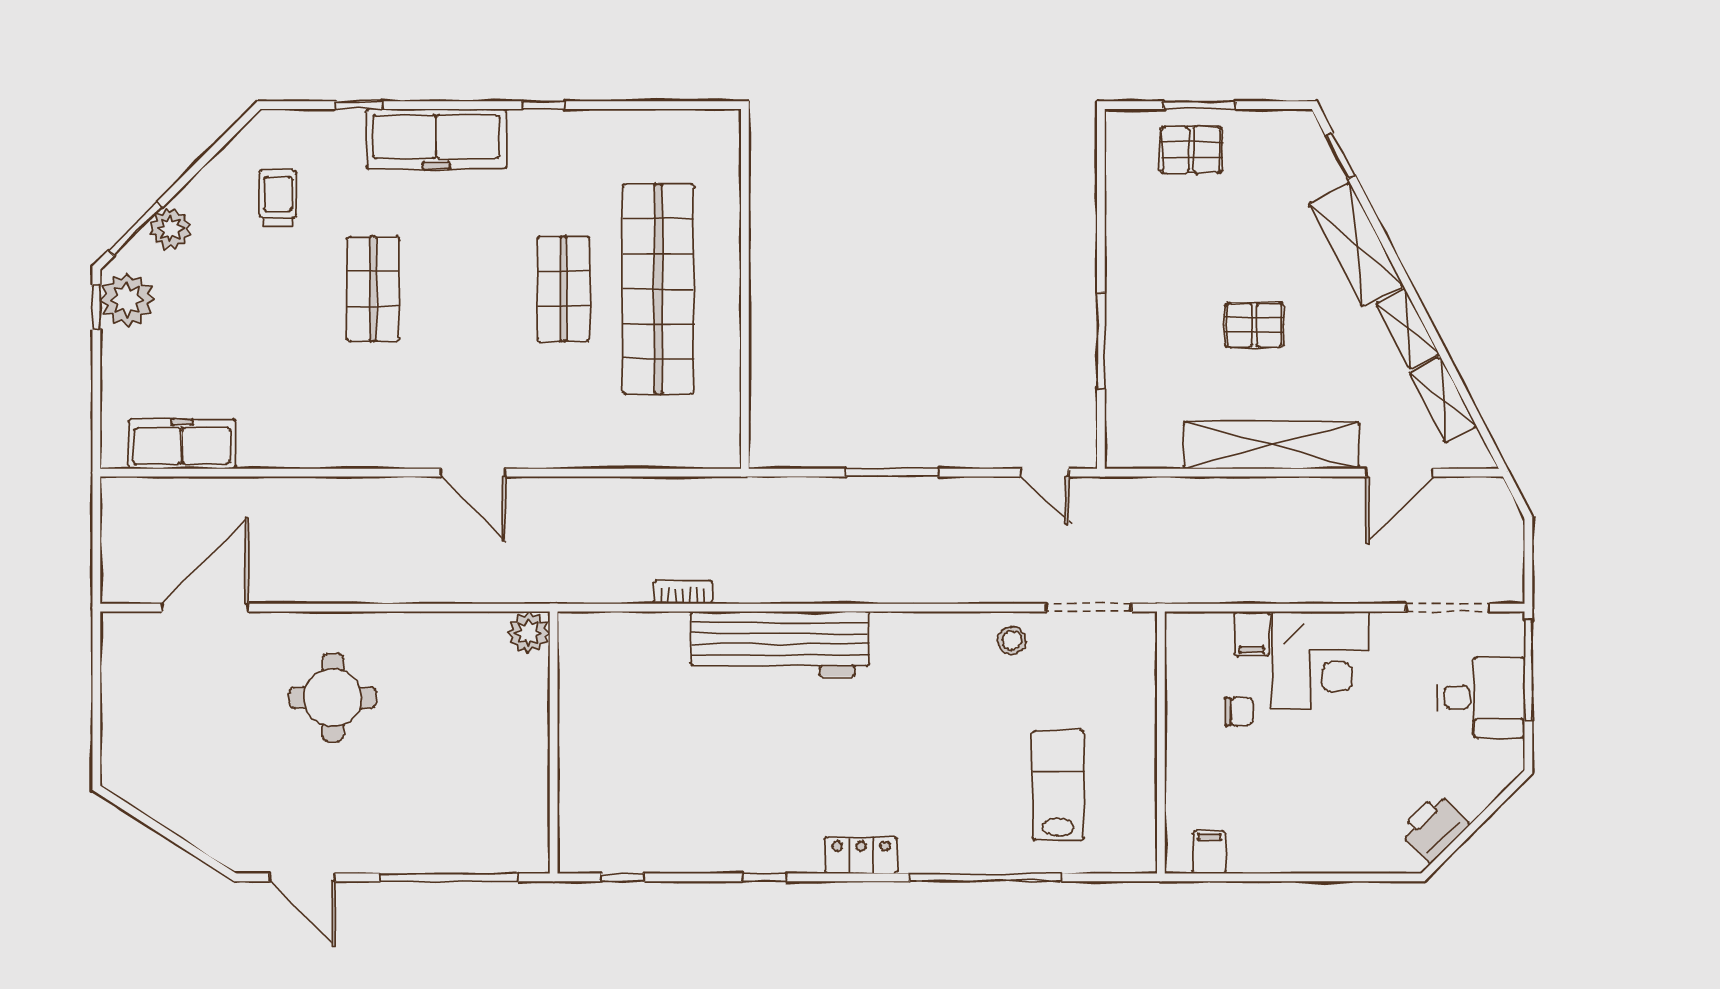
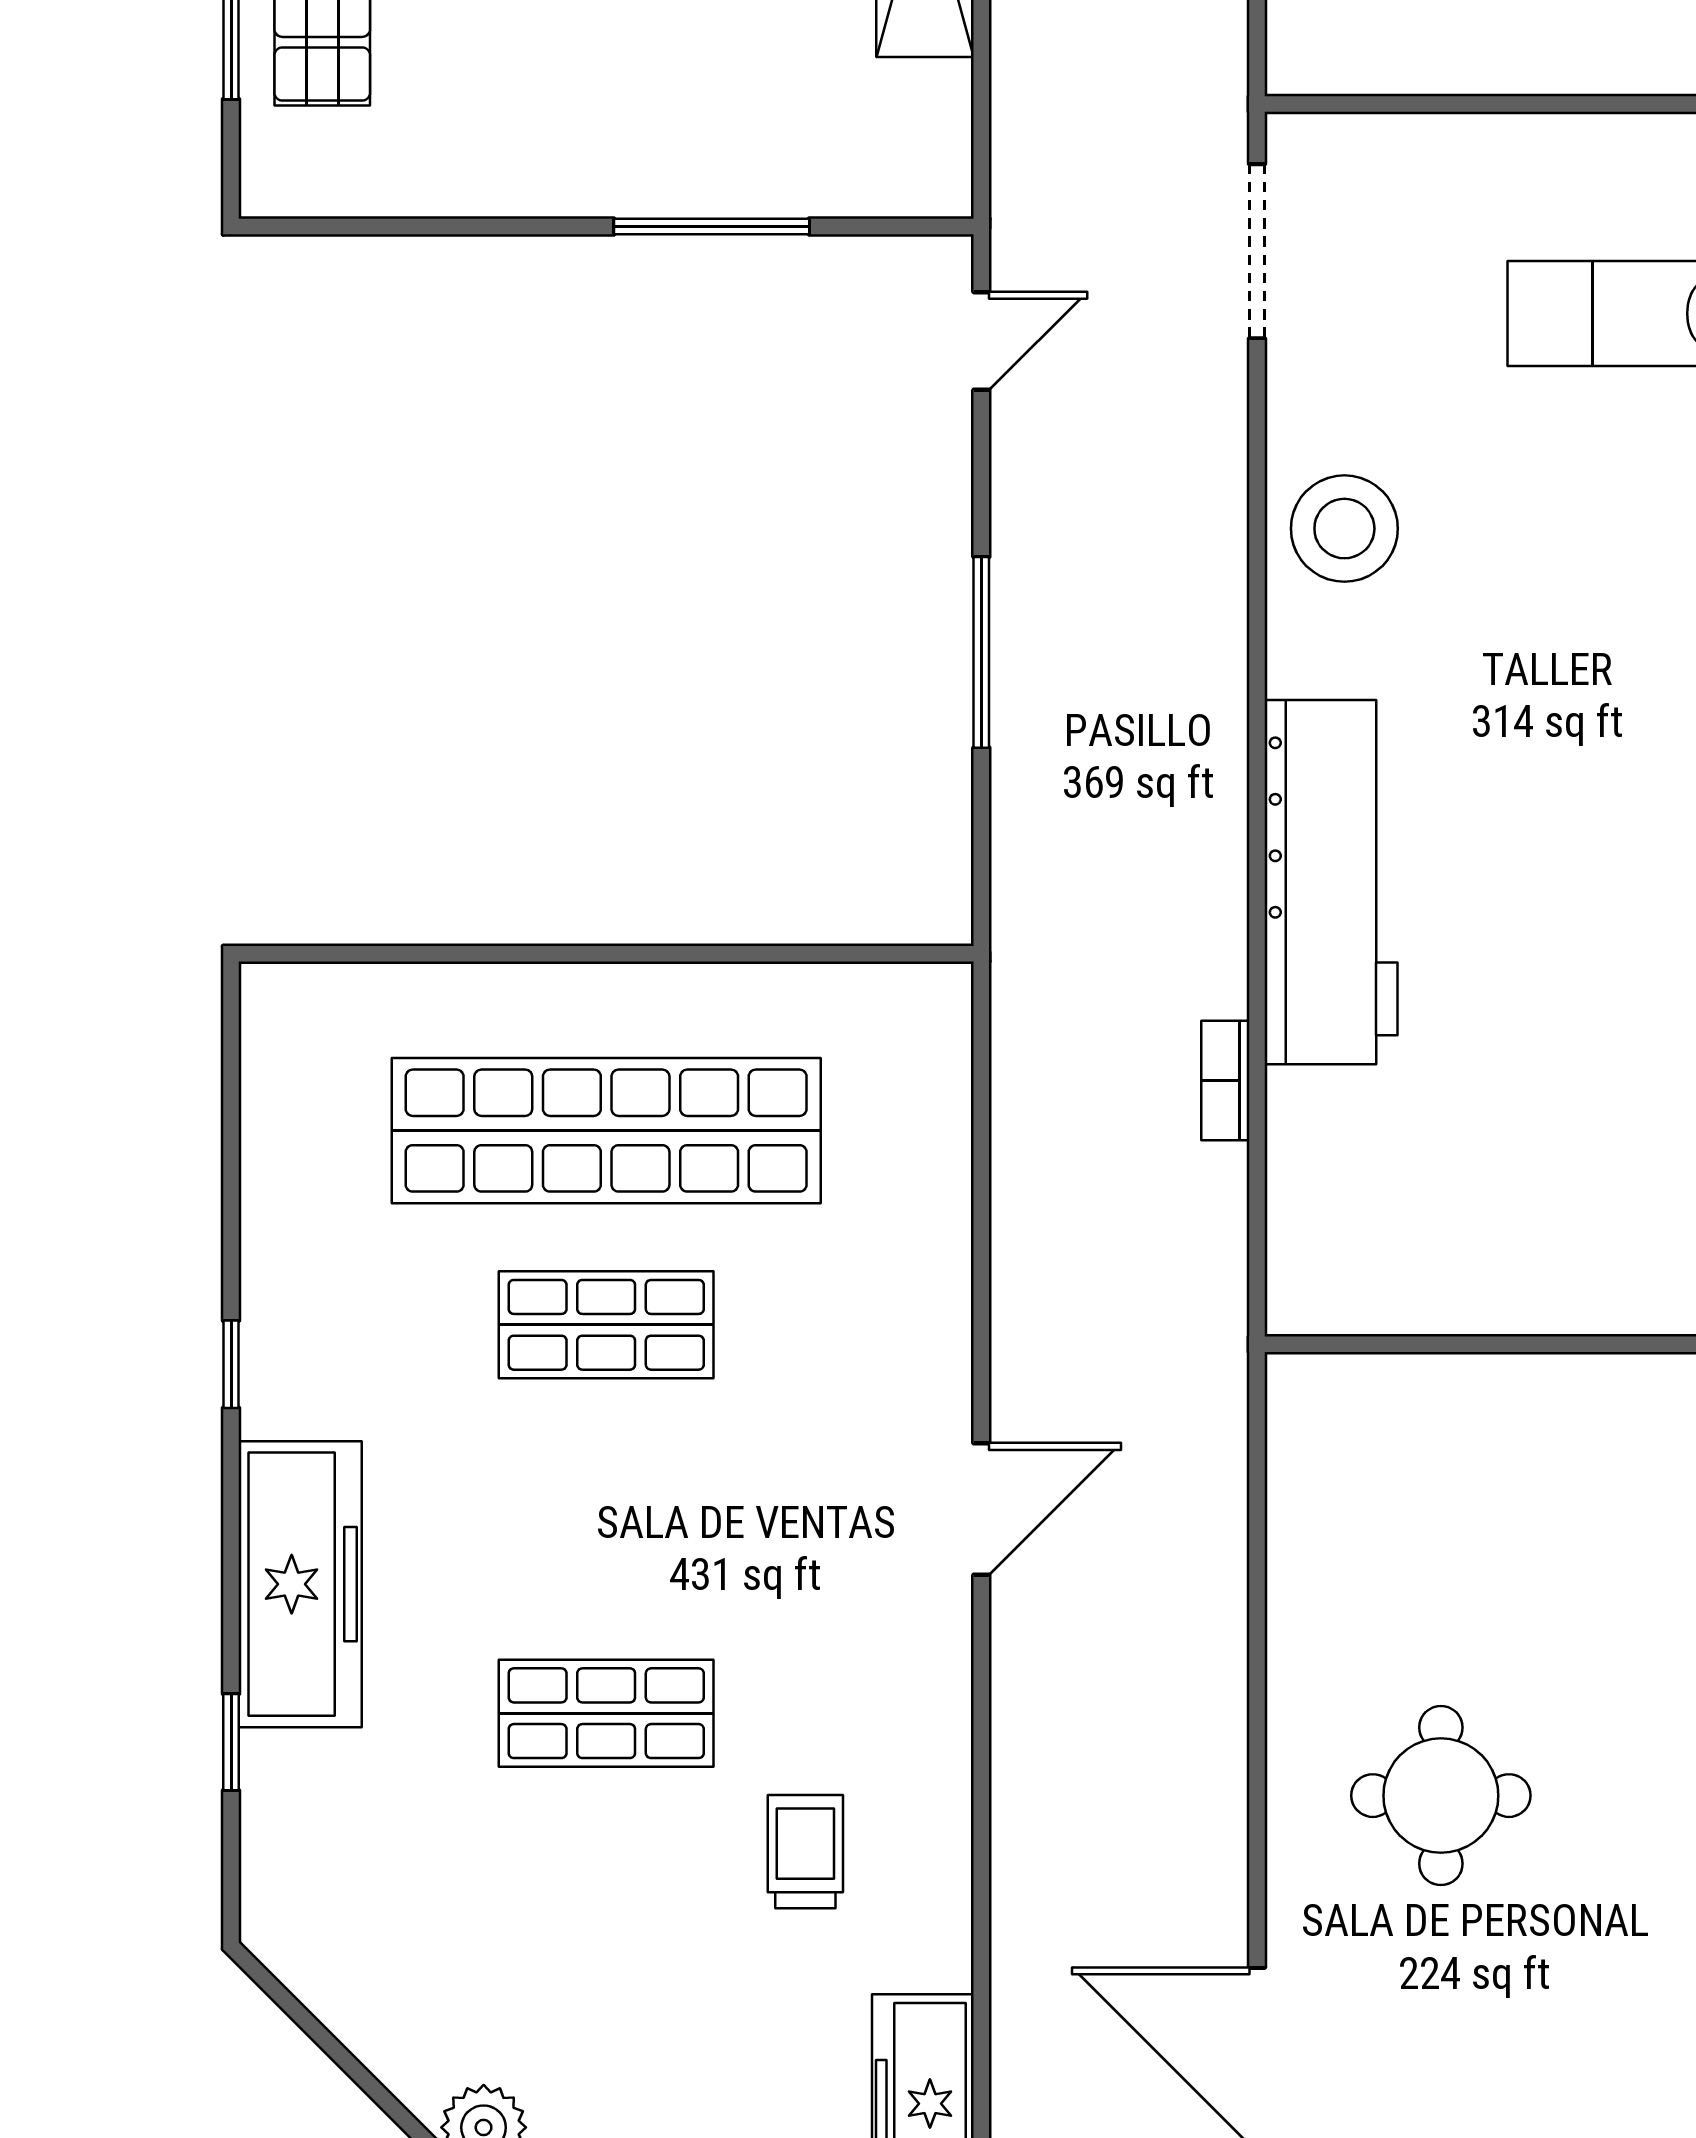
trolley: (278, 198) -> (805, 1852), moved, turned 90
plant: (529, 633) -> (1308, 1395), removed
stool: (1012, 641) -> (1344, 529), moved, width x1.89, depth x1.89

